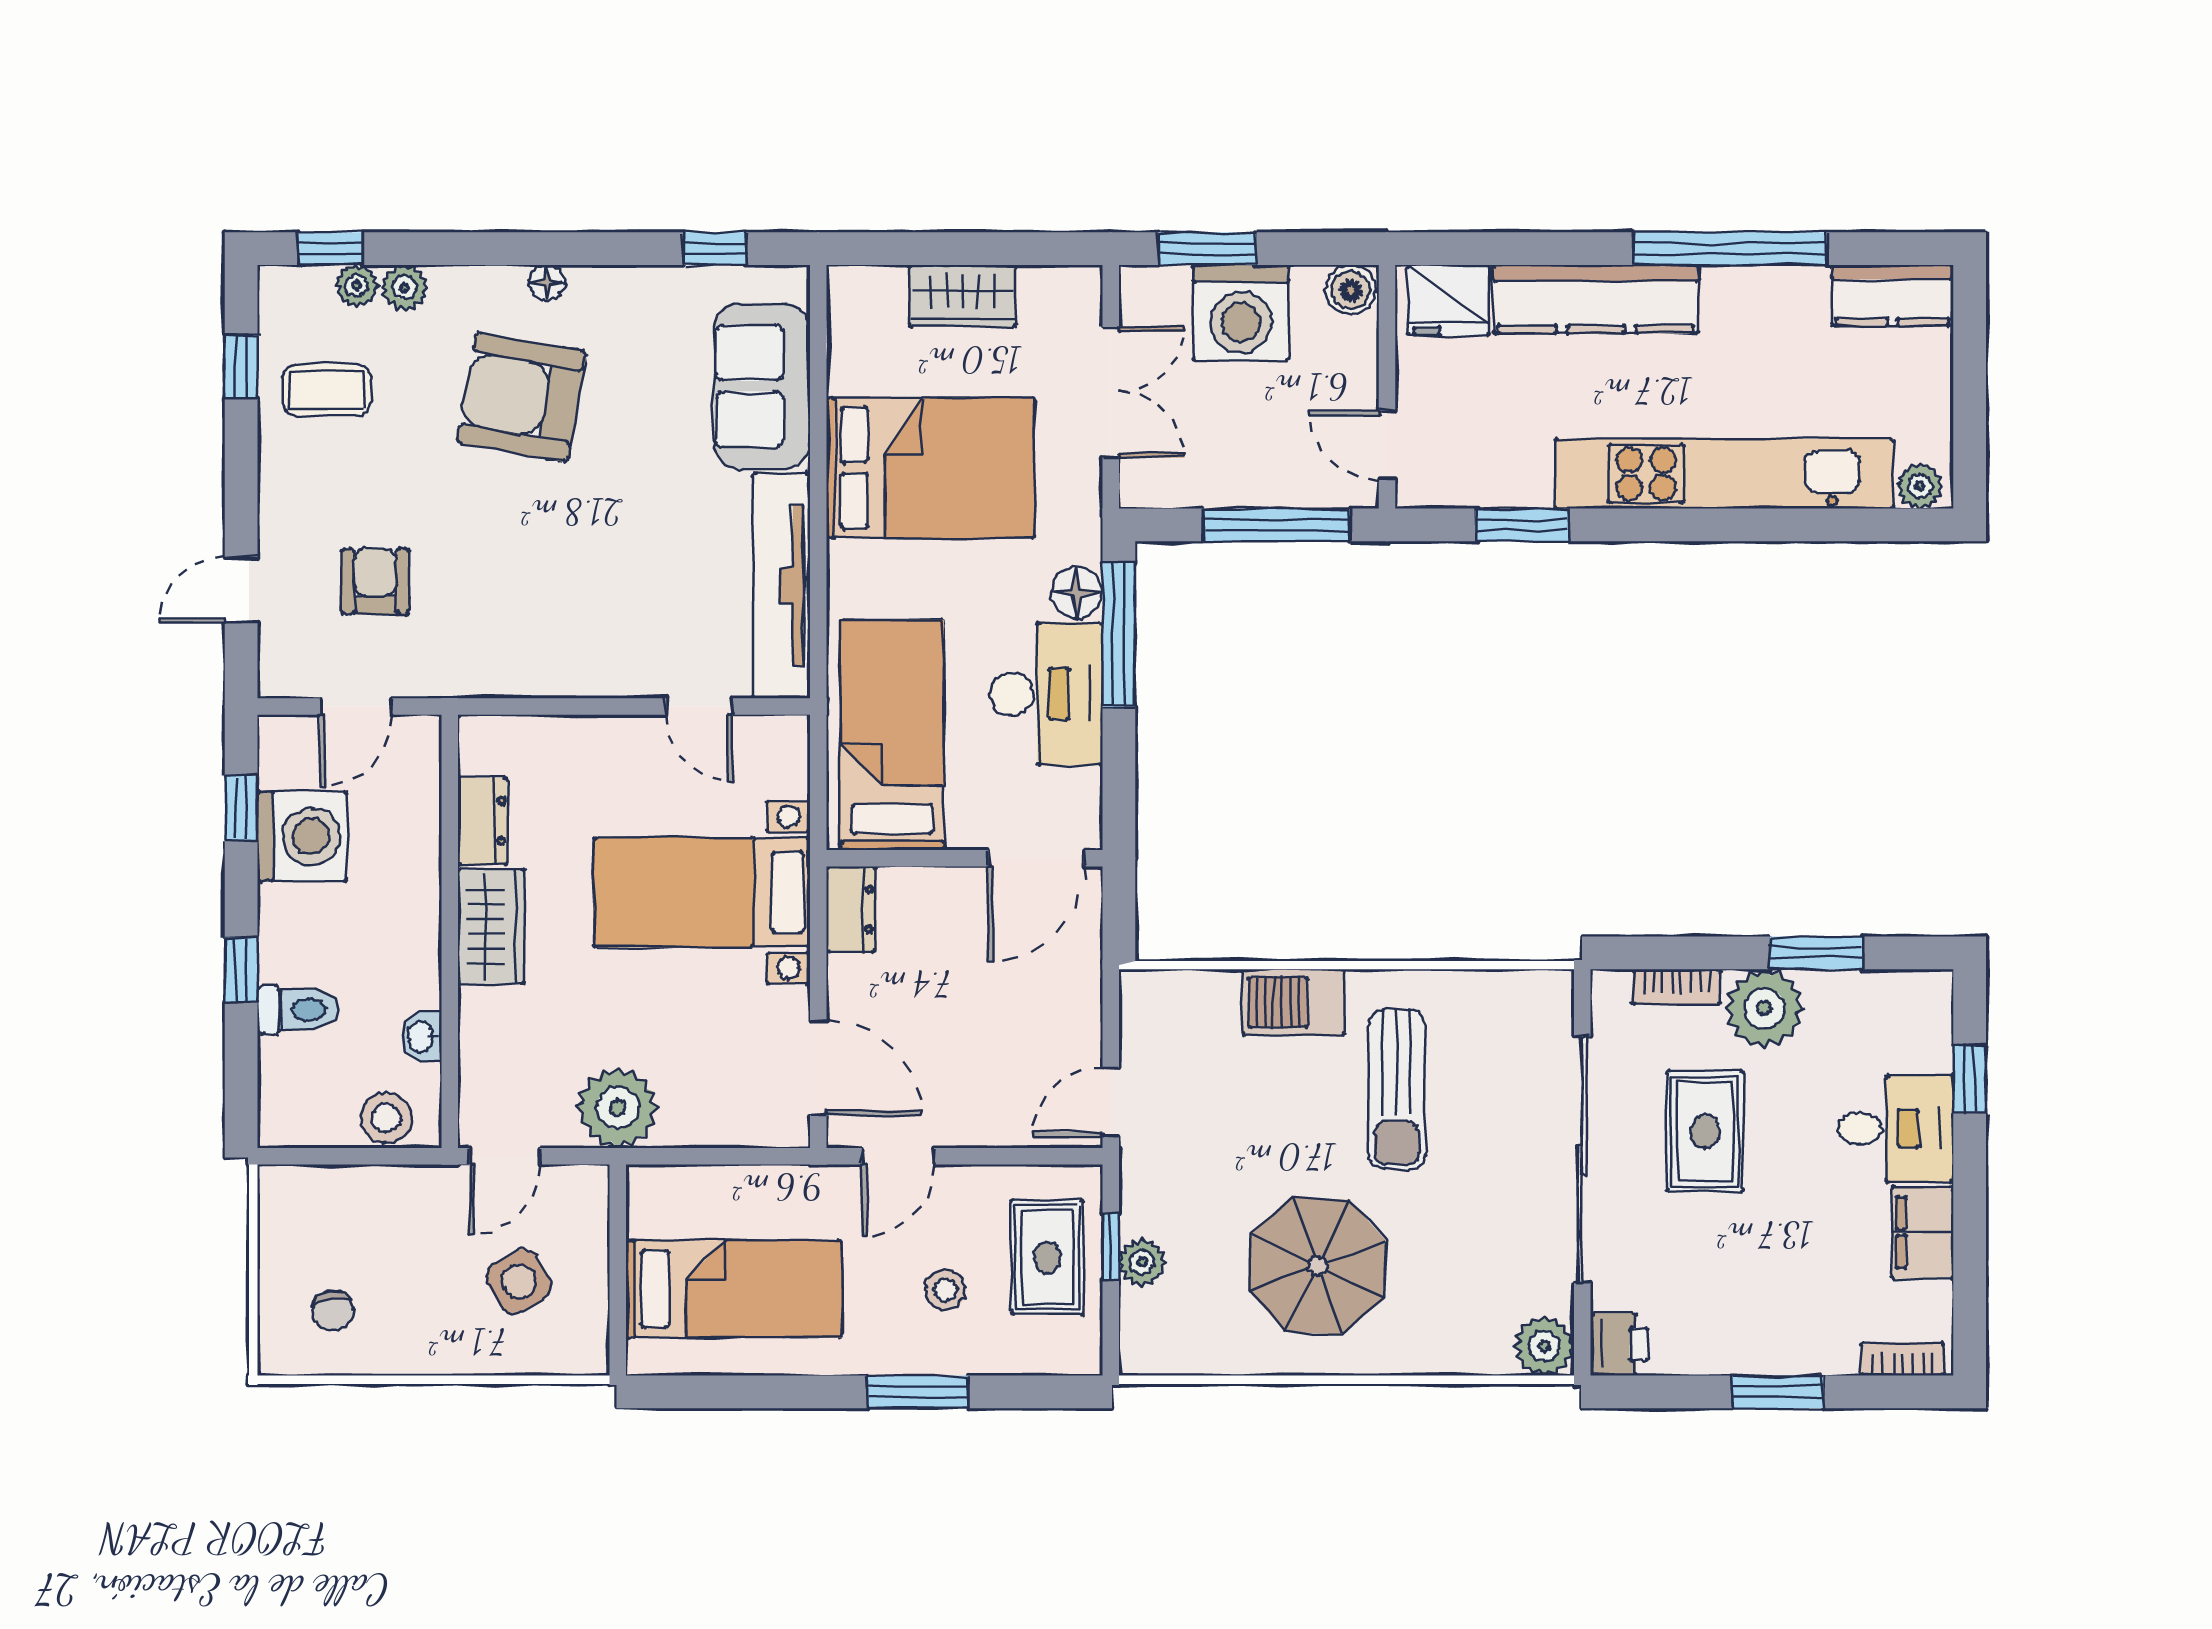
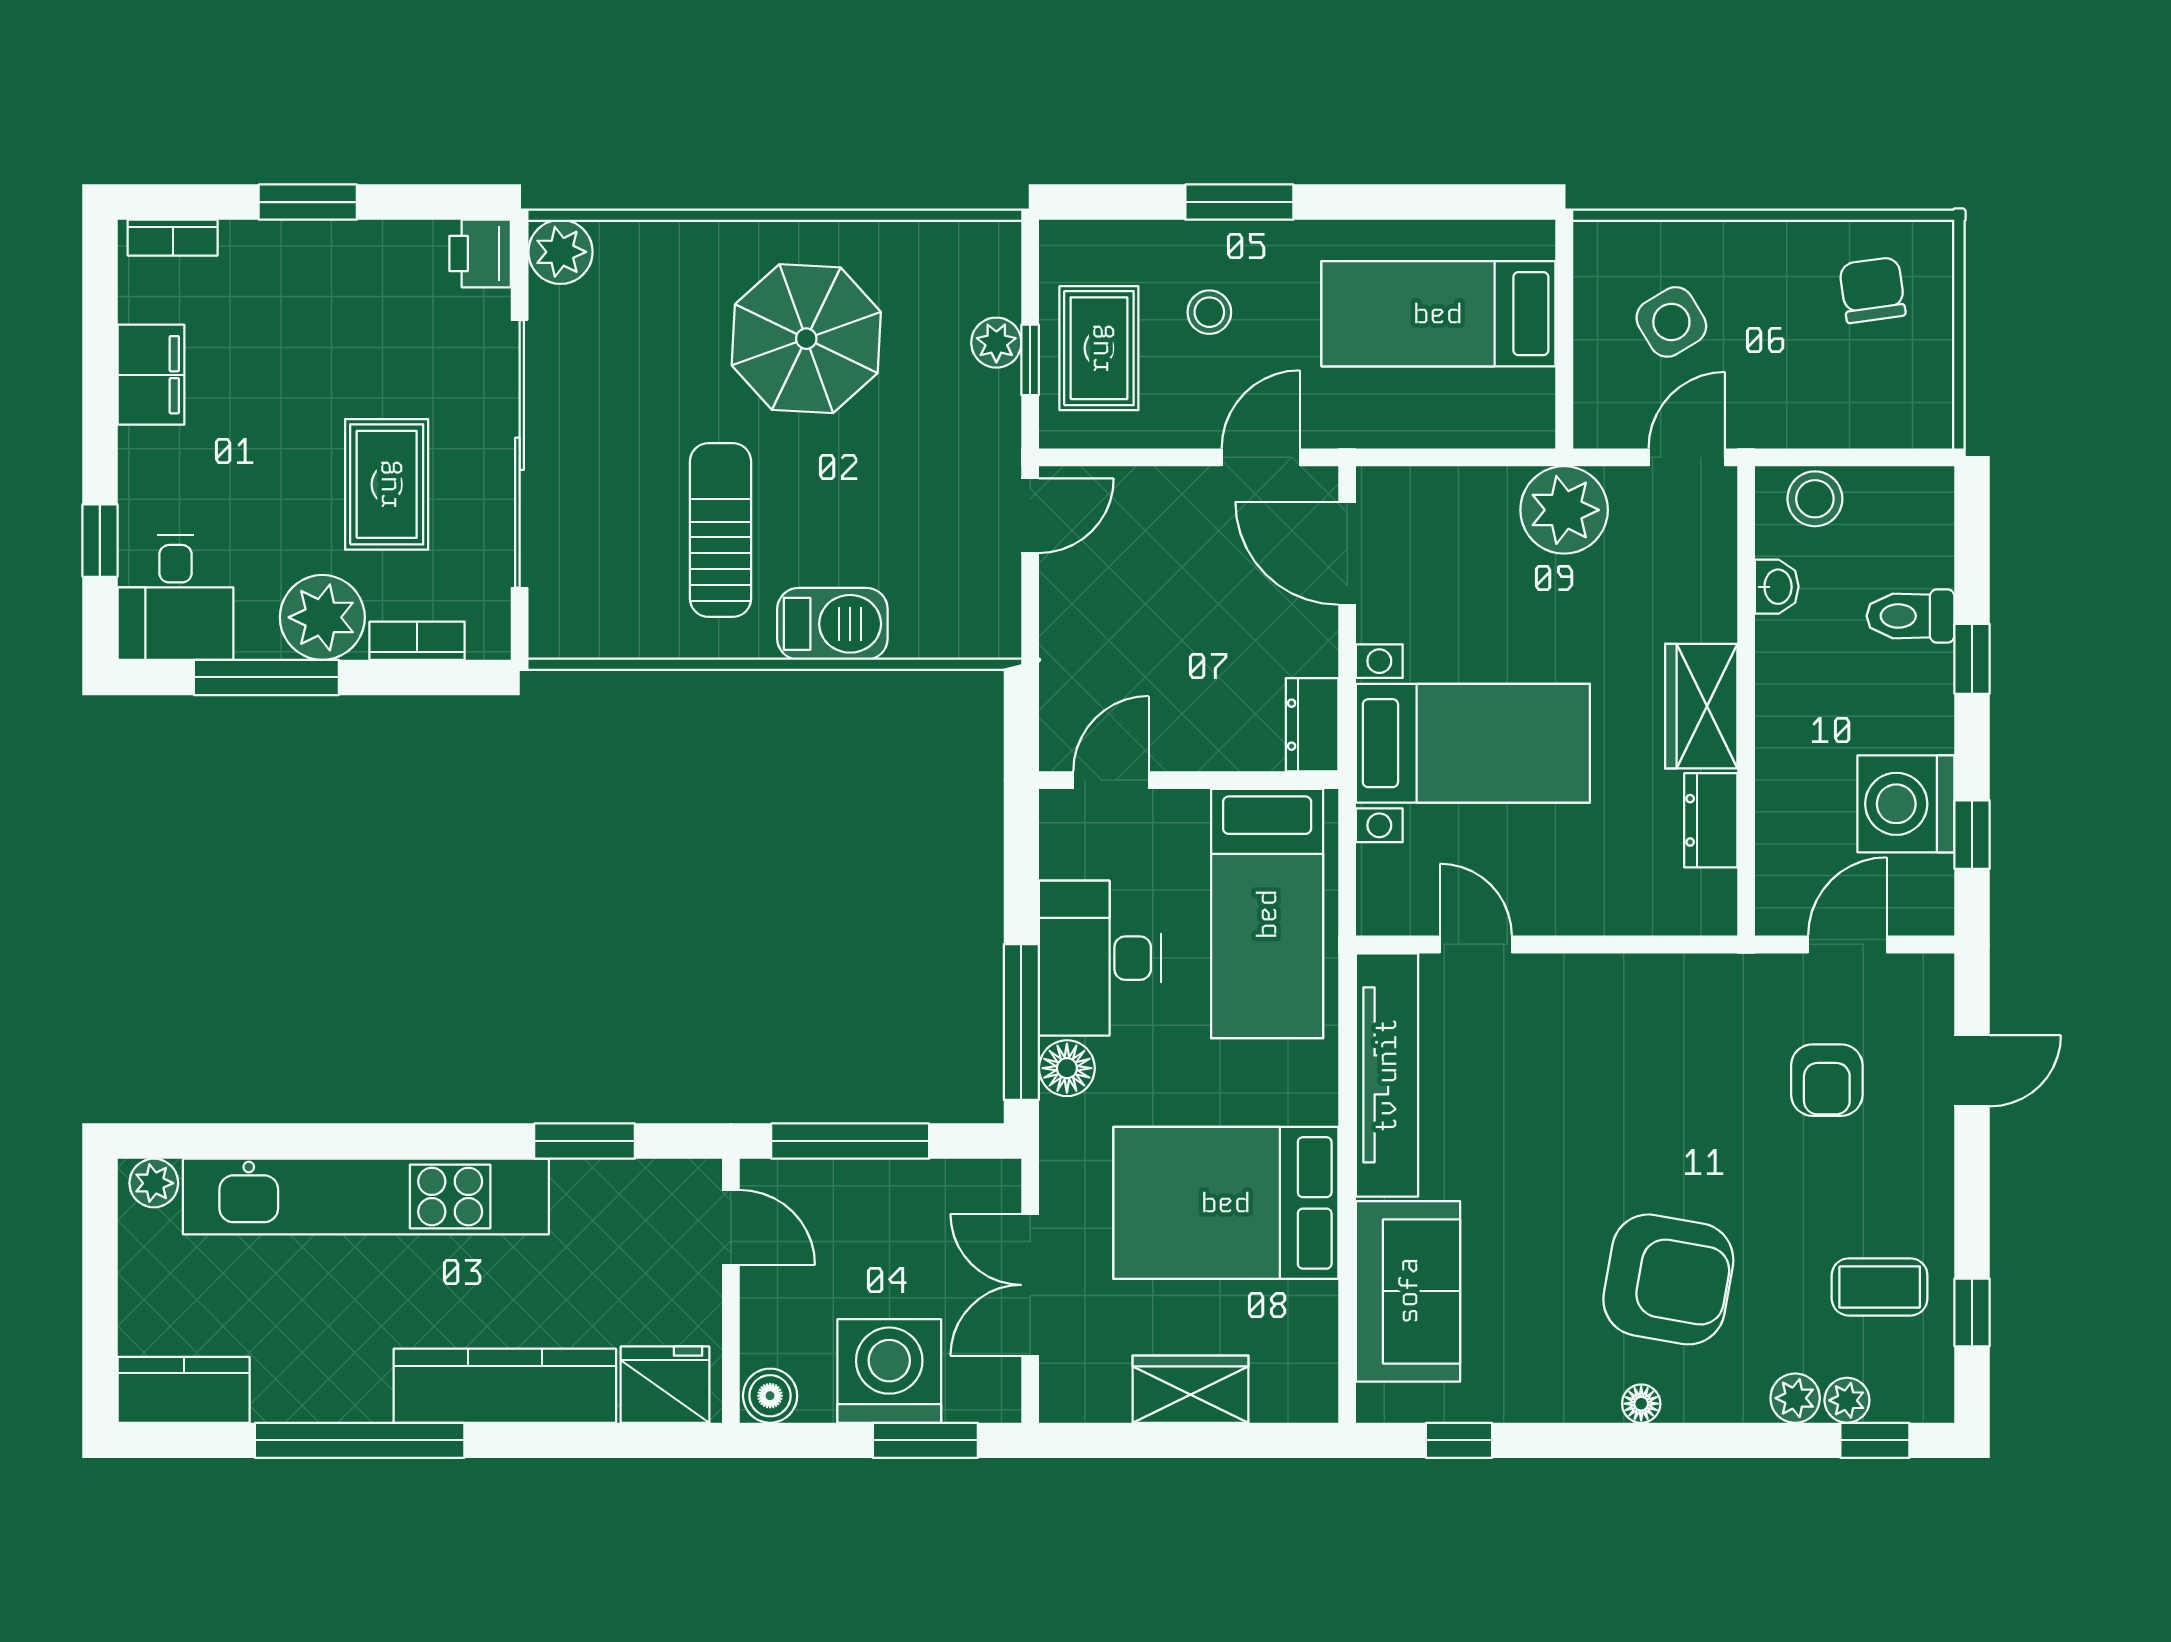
door: (1036, 858) -> (1111, 780), width x0.73
window: (1816, 953) -> (266, 677), width x1.44
desk: (1896, 1129) -> (175, 597), moved, turned -90
chair: (333, 1311) -> (1872, 290), width x1.37, depth x1.37

